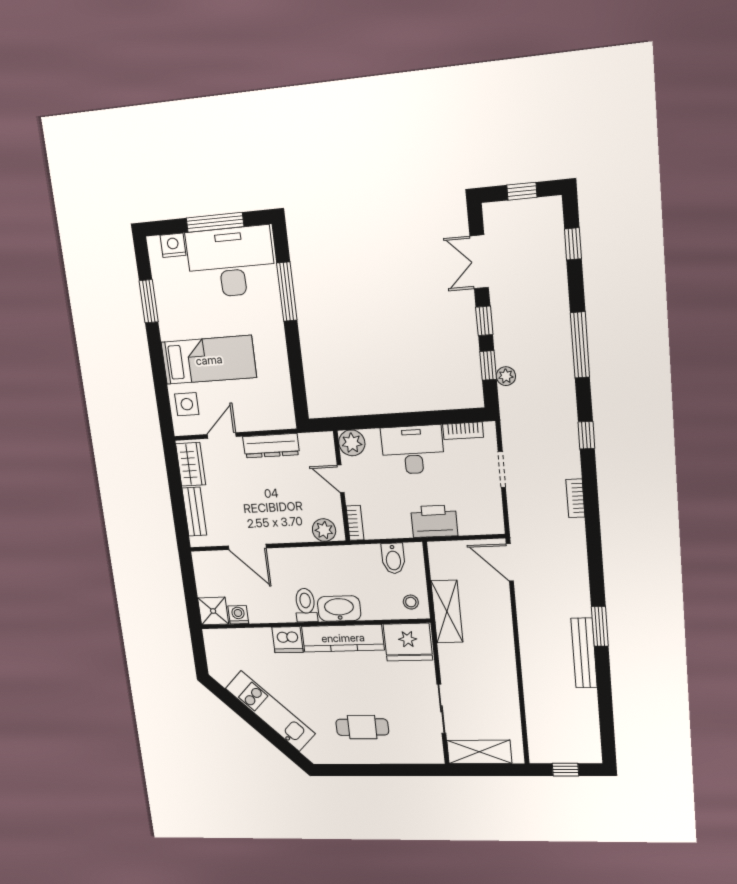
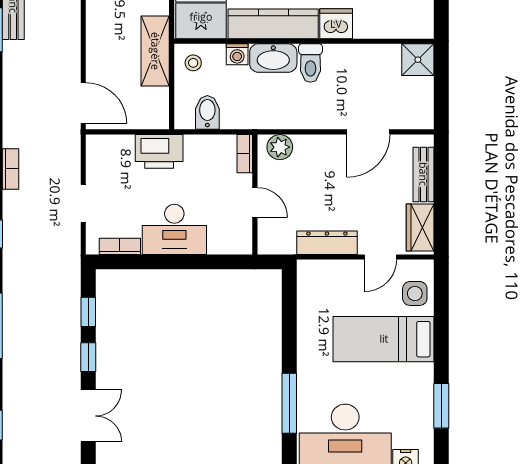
plant: (506, 376) -> (71, 300), removed
plant: (352, 443) -> (238, 241), removed
door: (247, 547) -> (368, 132), swing flipped
washing machine: (238, 615) -> (237, 54), moved

